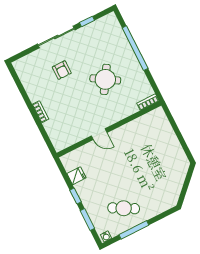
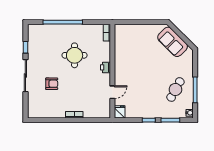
round table: (105, 79) -> (75, 55), turned -32
printer: (109, 120) -> (105, 67), added
door: (99, 134) -> (112, 92), moved
fridge: (77, 176) -> (120, 112), moved
sofa: (174, 179) -> (173, 42), added

